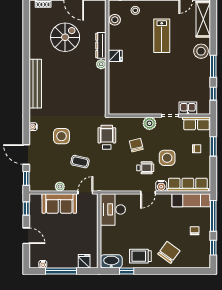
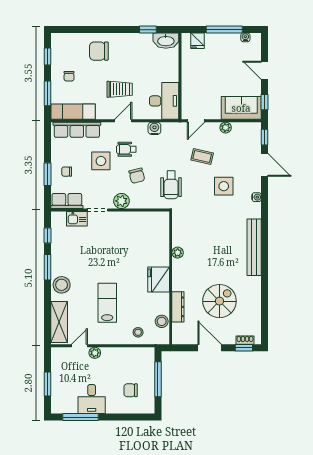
spiral stairs: (65, 37) -> (219, 301), turned 180
dresser: (101, 45) -> (178, 307), moved
fridge: (115, 56) -> (159, 279), width x1.88, depth x1.34
plant: (101, 64) -> (178, 253), moved
water cooler: (161, 186) -> (154, 128), moved
sofa: (59, 203) -> (241, 108), moved
window: (213, 216) -> (47, 93), width x0.69
chair: (169, 252) -> (99, 51), turned 54
trolley: (140, 256) -> (120, 89), moved

